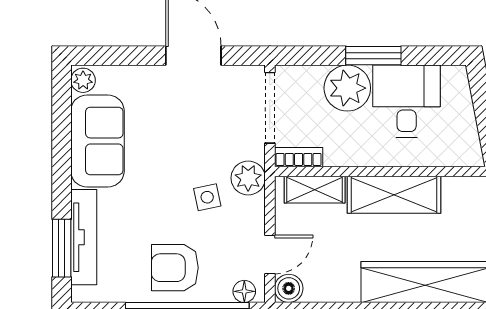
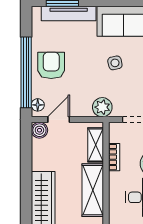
bookcase: (299, 157) -> (114, 157), moved
side table: (207, 197) -> (115, 63), moved
door: (270, 255) -> (59, 119), swing flipped

